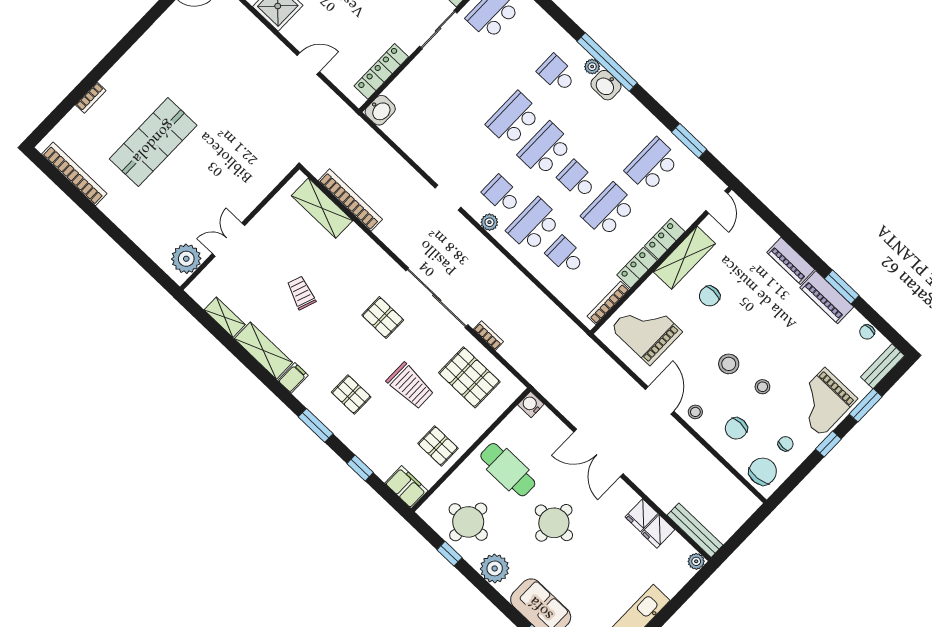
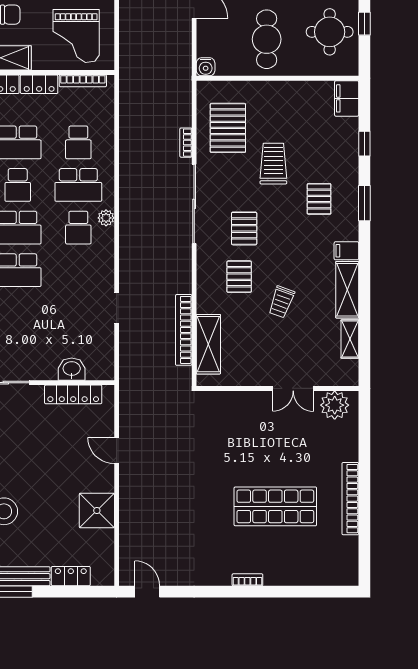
bookcase: (91, 98) -> (247, 580), moved
washbasin: (380, 110) -> (72, 369), moved
bookcase: (74, 174) -> (350, 499), moved
doorway: (448, 198) -> (117, 308), moved
pallet: (438, 446) -> (239, 277), moved

